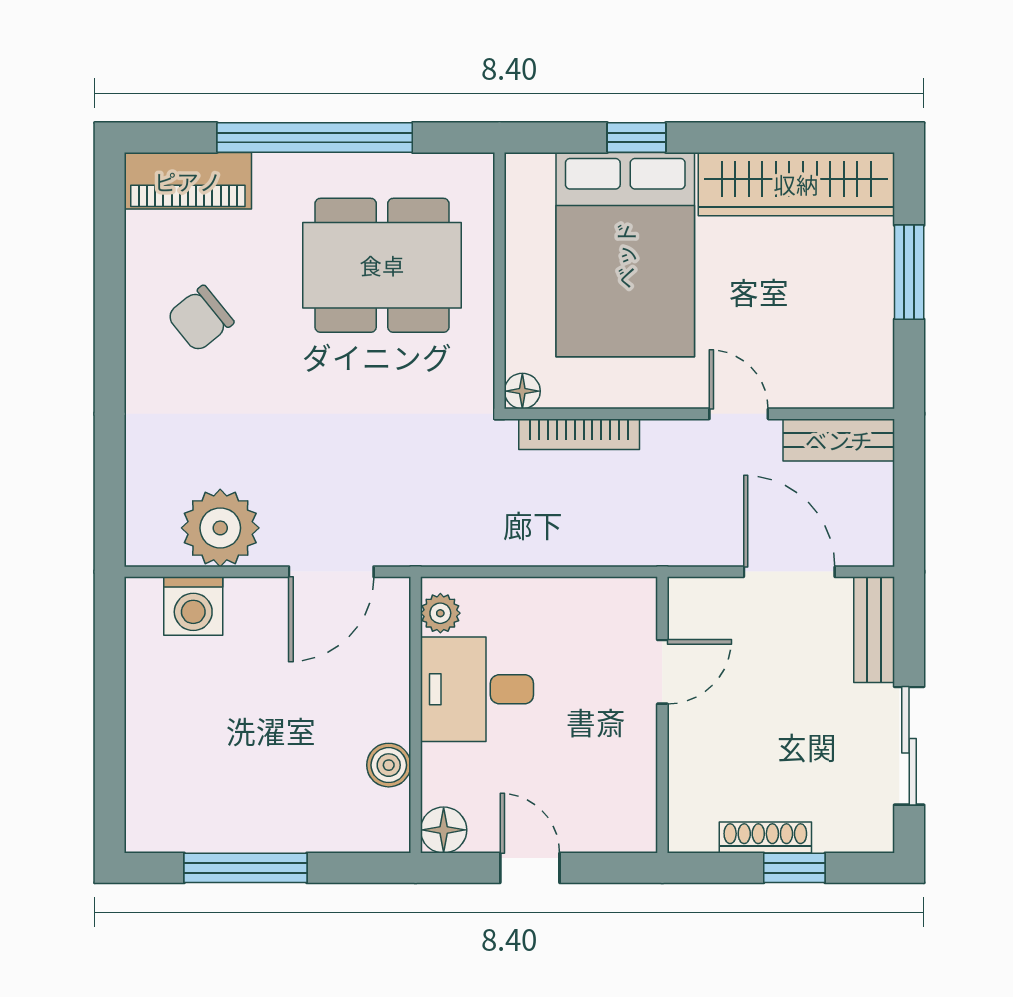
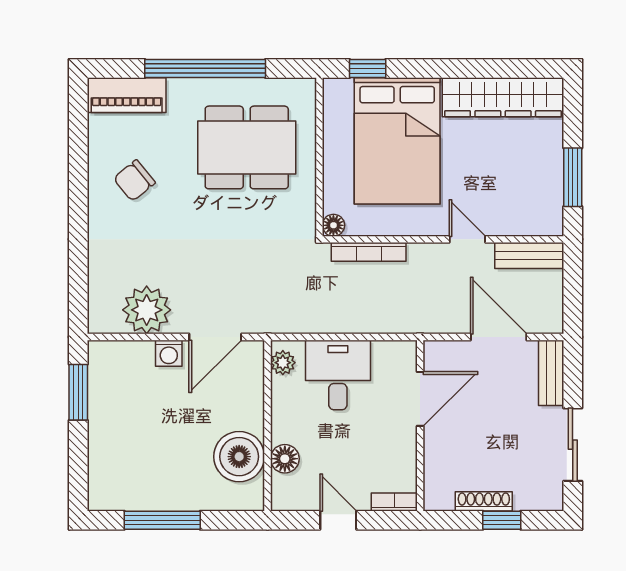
window: (636, 137) -> (368, 68), moved
window: (909, 272) -> (573, 177), moved
washing machine: (193, 606) -> (169, 353), moved, width x0.73, depth x0.73
window: (110, 661) -> (78, 392), added
door: (662, 672) -> (420, 399), width x1.37
desk: (477, 689) -> (338, 375), moved, turned 90
boiler: (389, 765) -> (239, 457), width x1.86, depth x1.86
floor lamp: (444, 830) -> (285, 459), moved
bookcase: (621, 838) -> (394, 502), added

